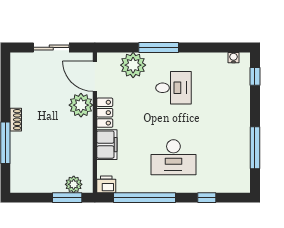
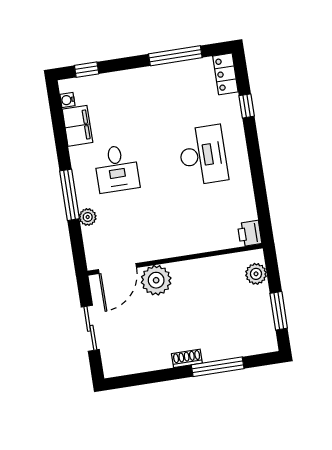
plant: (133, 65) -> (88, 217), width x0.53, depth x0.53
desk: (173, 88) -> (117, 169), turned 180
locker: (105, 113) -> (225, 74), moved, turned -90
filing cabinet: (107, 145) -> (77, 126), moved, turned 90
window: (67, 198) -> (279, 311), moved
window: (145, 198) -> (259, 183), removed

